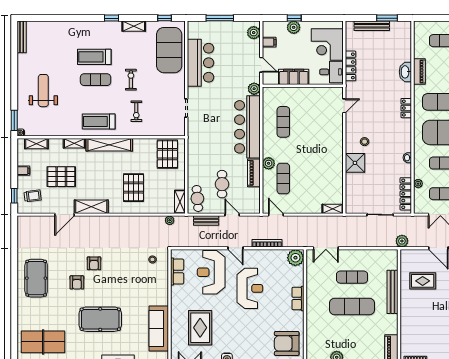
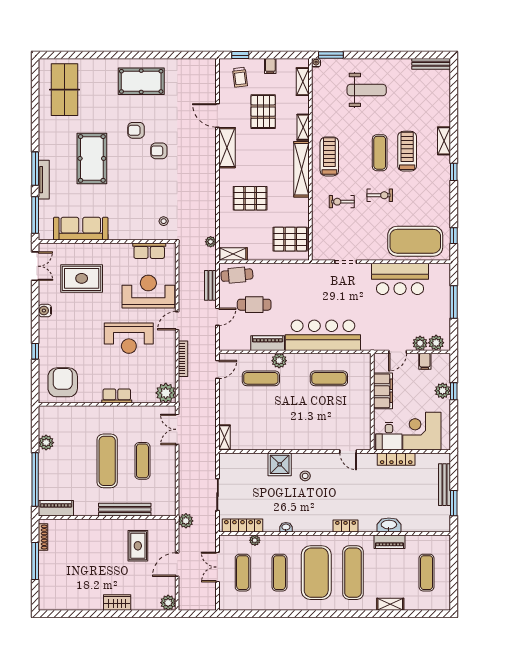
shelving: (134, 26) -> (444, 141), moved
plant: (254, 89) -> (420, 343), moved

